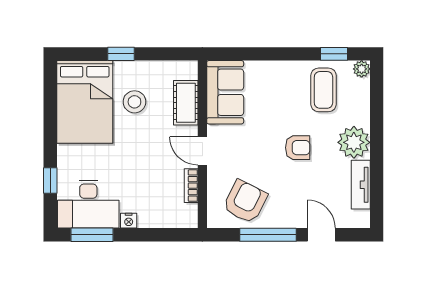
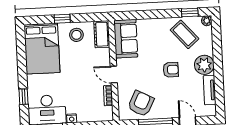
coffee table: (323, 90) -> (185, 34), turned -41
stool: (134, 102) -> (76, 35), moved
cot: (186, 103) -> (102, 34), moved

